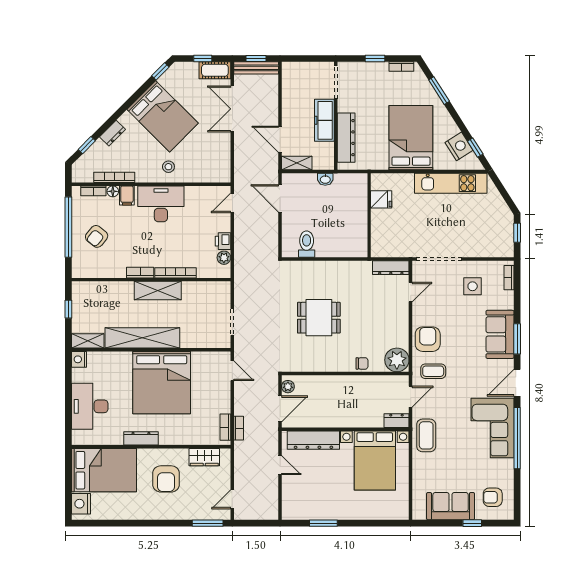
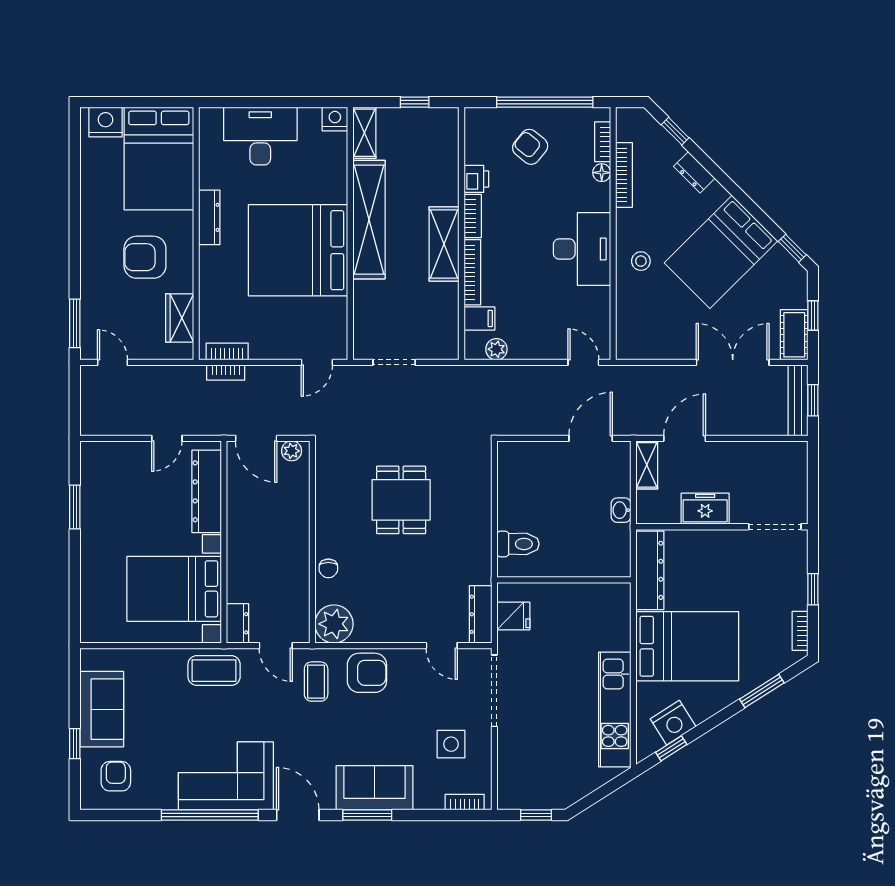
freezer: (324, 120) -> (705, 509), width x0.71
dresser: (346, 138) -> (650, 570), moved, turned -90
filing cabinet: (127, 195) -> (479, 318), moved, turned 180
fridge: (381, 199) -> (513, 616), moved, turned -90
printer: (223, 241) -> (476, 179), moved, turned 90
toilet: (307, 244) -> (518, 544), moved

